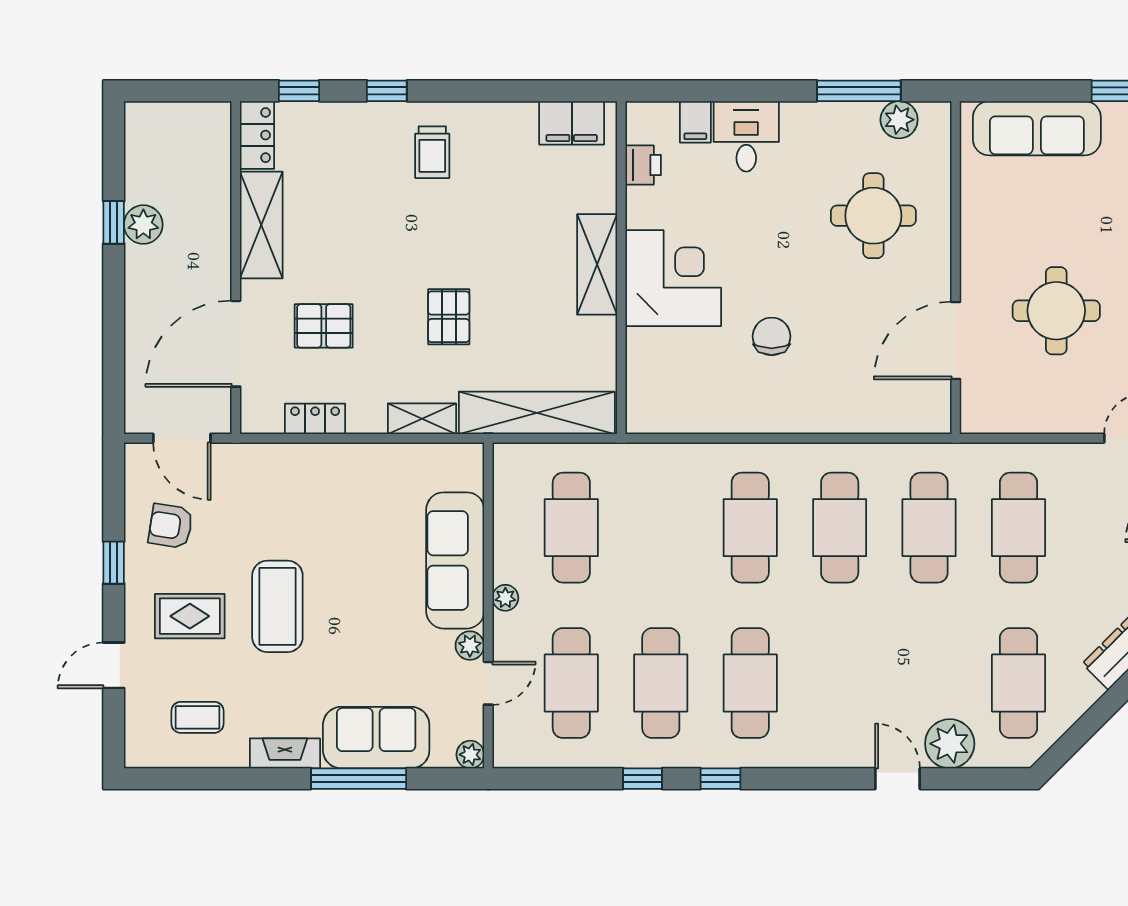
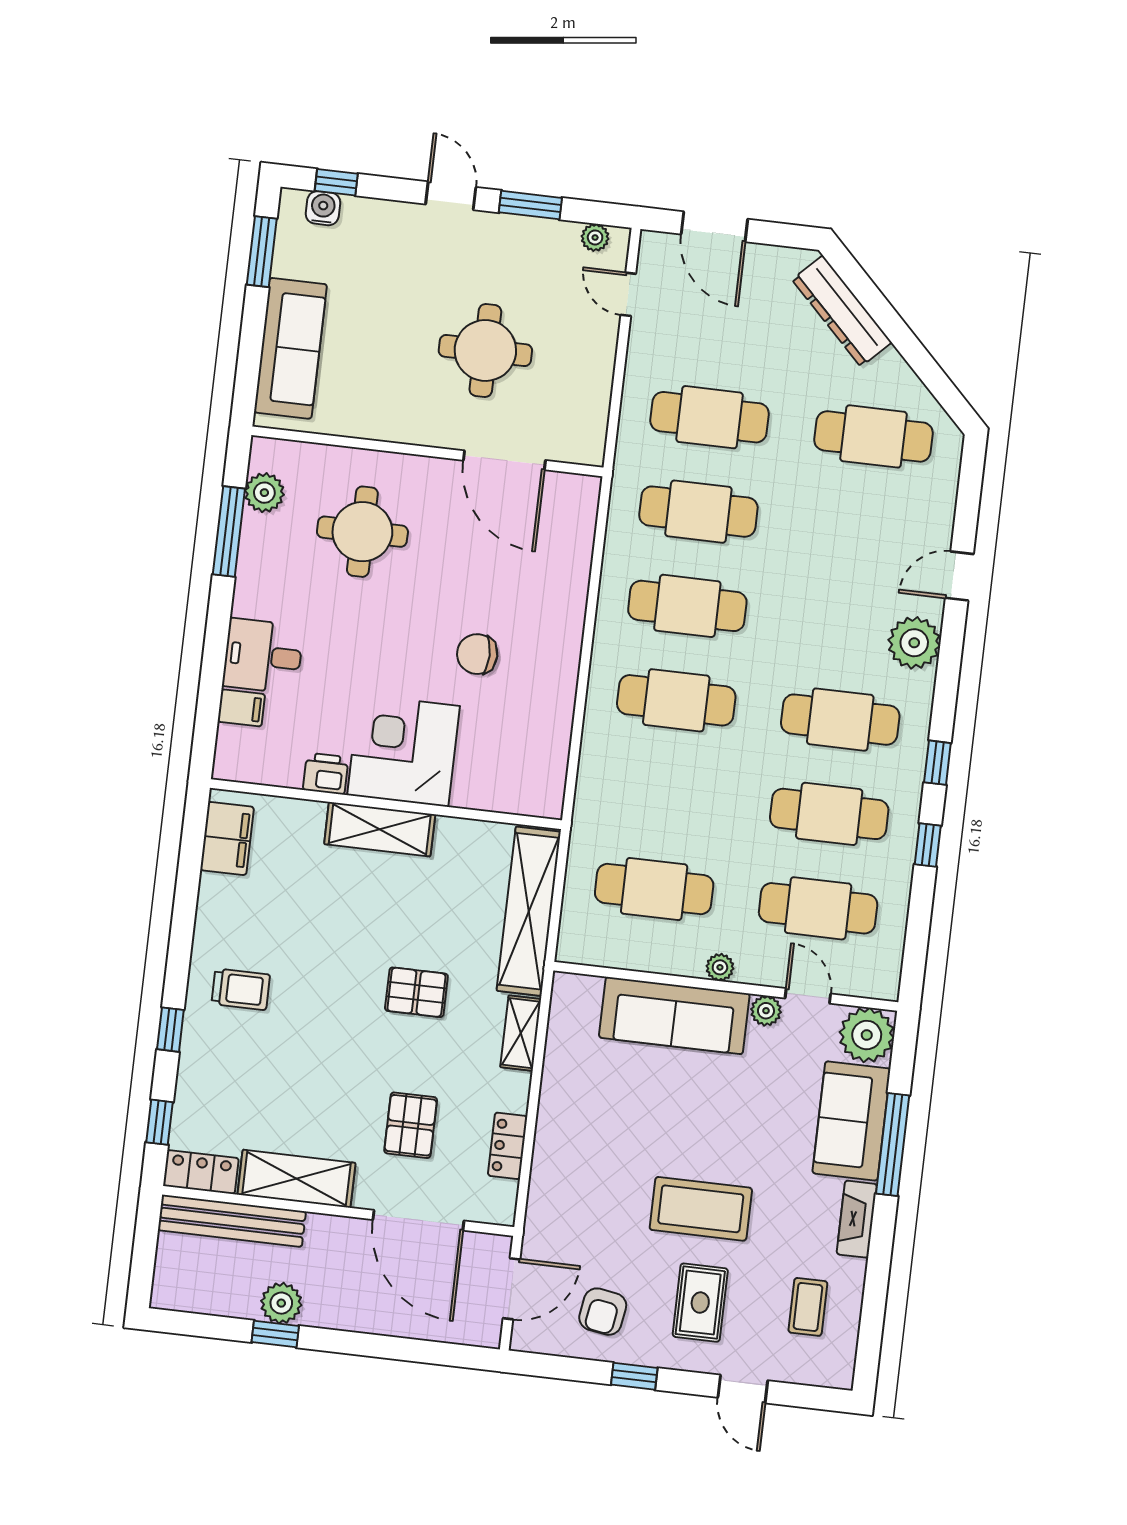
printer: (643, 165) -> (326, 774), moved
bench: (215, 169) -> (232, 1221), added
plant: (950, 744) -> (914, 643), moved
plant: (470, 755) -> (867, 1035), width x1.88, depth x1.88

